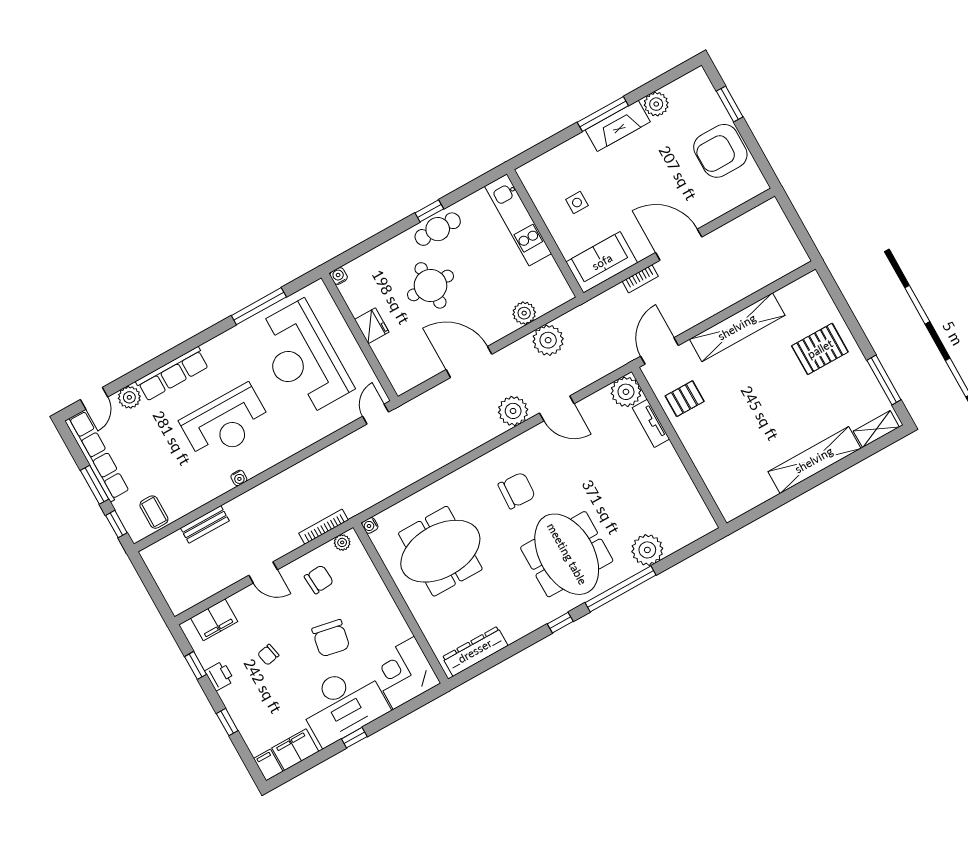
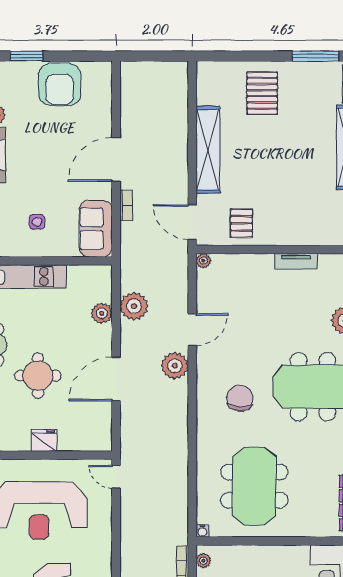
plant: (626, 392) -> (203, 261), width x0.53, depth x0.53
tv unit: (651, 423) -> (296, 261), moved

